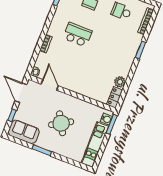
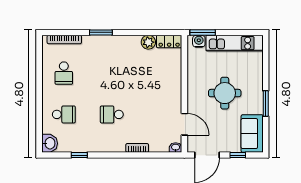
school desk: (78, 35) -> (112, 114), width x0.54
door: (50, 85) -> (184, 124), swing flipped
round table: (61, 123) -> (225, 93), turned 30

